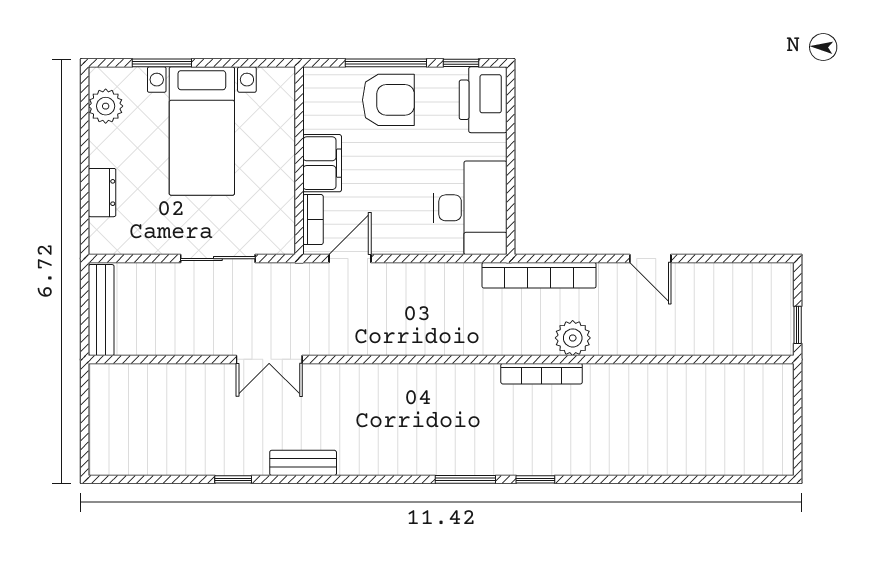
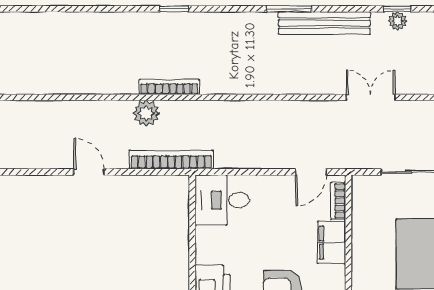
desk: (470, 208) -> (222, 200), width x0.73
plant: (232, 463) -> (398, 21), added
bench: (303, 463) -> (324, 23), width x1.86, depth x1.21
window: (465, 479) -> (289, 9), moved

